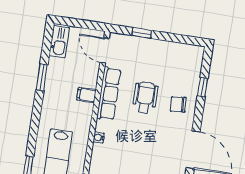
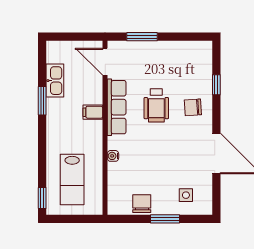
window: (142, 33) -> (142, 37), width x1.50
kitchen sink: (59, 42) -> (55, 81), moved
wheelchair: (145, 98) -> (156, 105), turned 180

